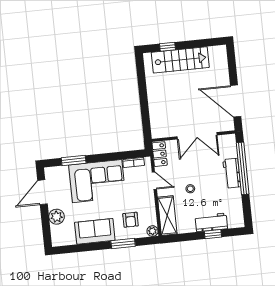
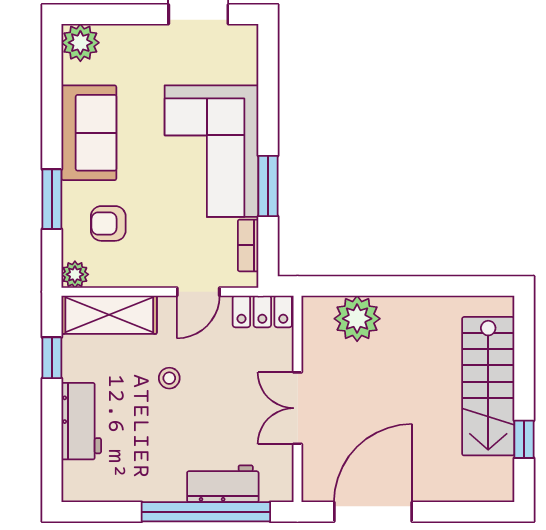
window: (167, 47) -> (524, 439), moved
plant: (158, 116) -> (357, 319), added
double door: (197, 136) -> (298, 408), width x0.73
window: (74, 161) -> (268, 186), moved
workbench: (232, 173) -> (223, 484), moved
plant: (57, 217) -> (80, 43), moved
window: (213, 234) -> (52, 358), moved

